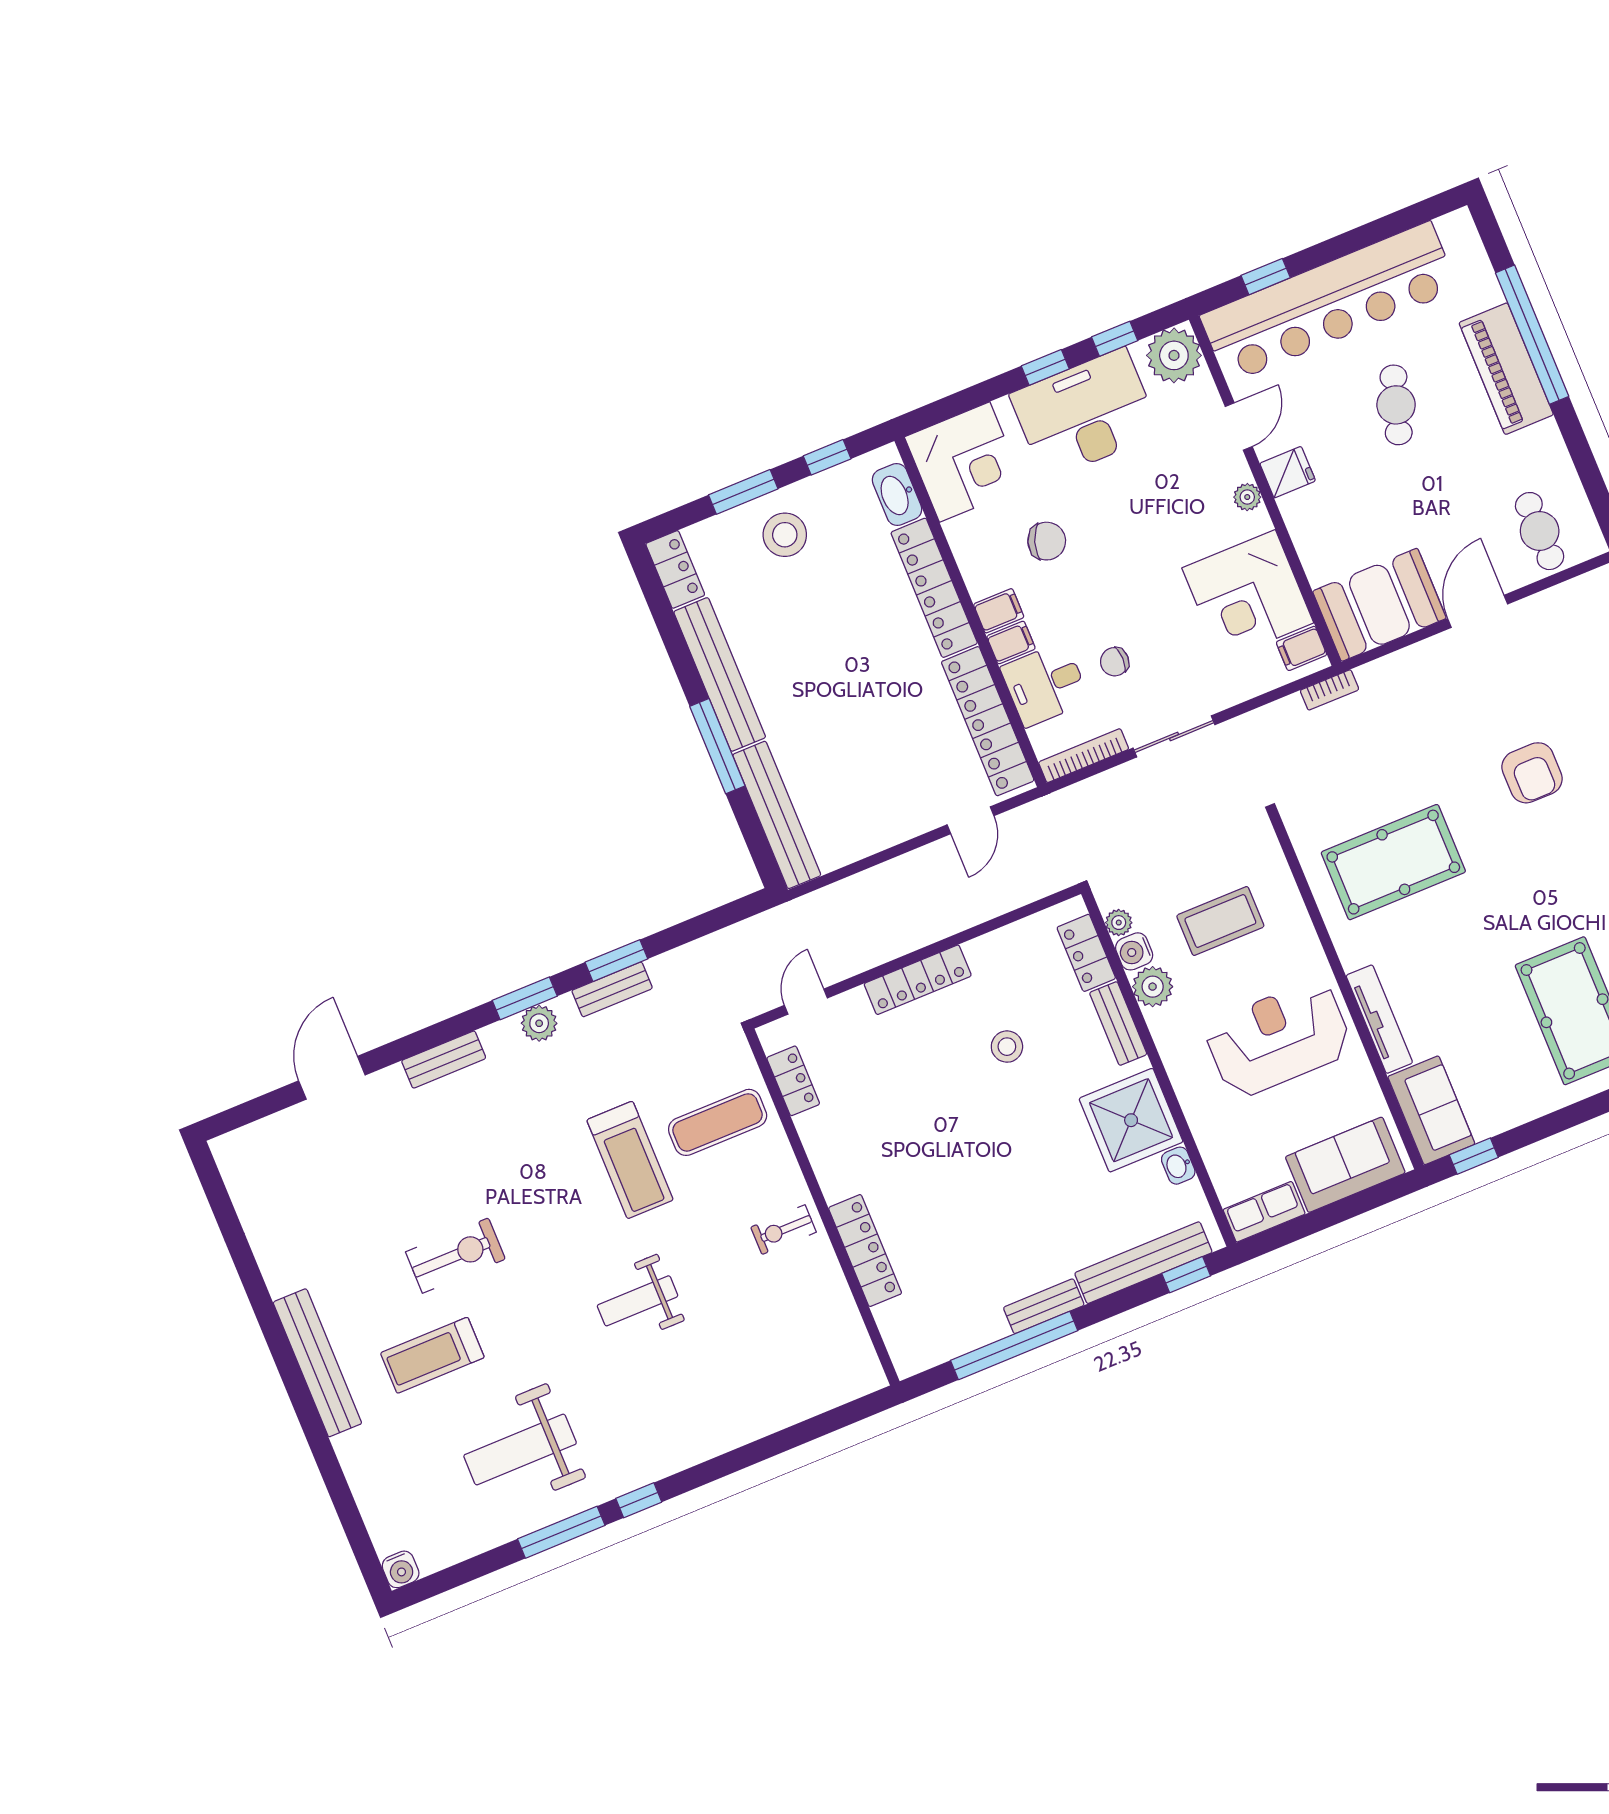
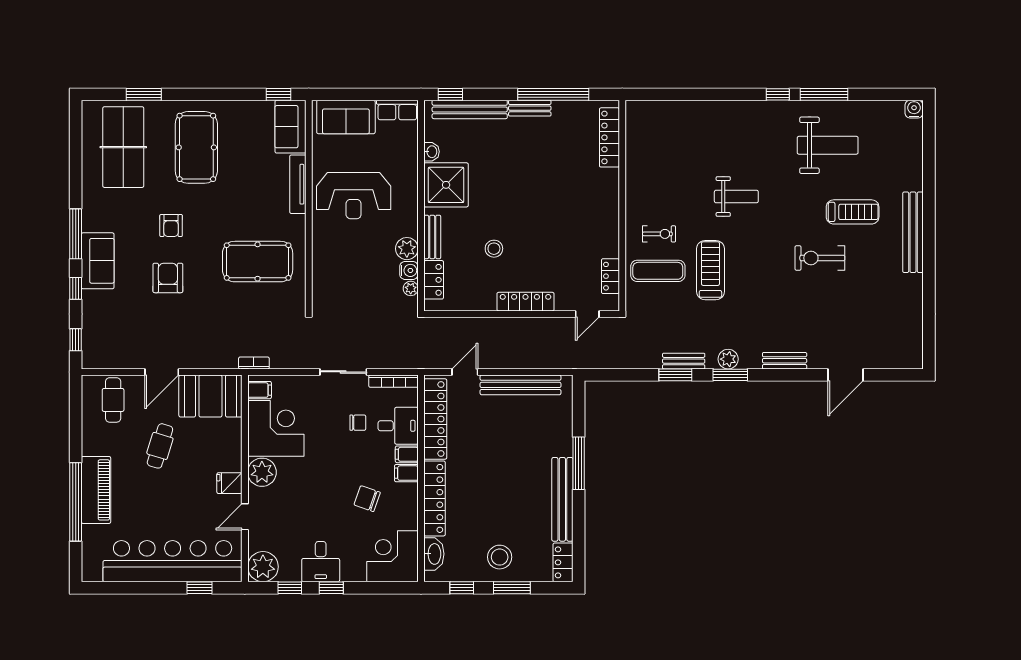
cafe table: (1396, 405) -> (160, 446), moved
desk: (1085, 414) -> (321, 562), width x0.53, depth x0.77
plant: (1247, 497) -> (262, 472), width x1.88, depth x1.88
bench: (777, 815) -> (521, 385), moved, turned 90
armchair: (1563, 863) -> (171, 226), added
coffee table: (1220, 921) -> (358, 268), removed
exercise bike: (783, 1230) -> (659, 234), moved
locker: (865, 1251) -> (609, 137), moved

